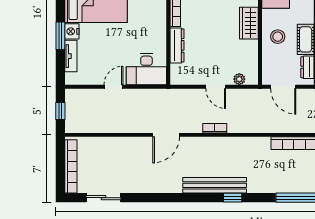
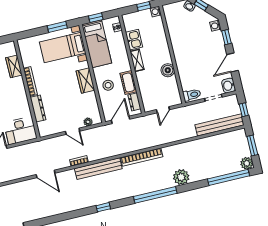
door: (283, 87) -> (121, 120), swing flipped
door: (166, 135) -> (46, 174), hinge flipped
bench: (215, 185) -> (98, 169), moved

